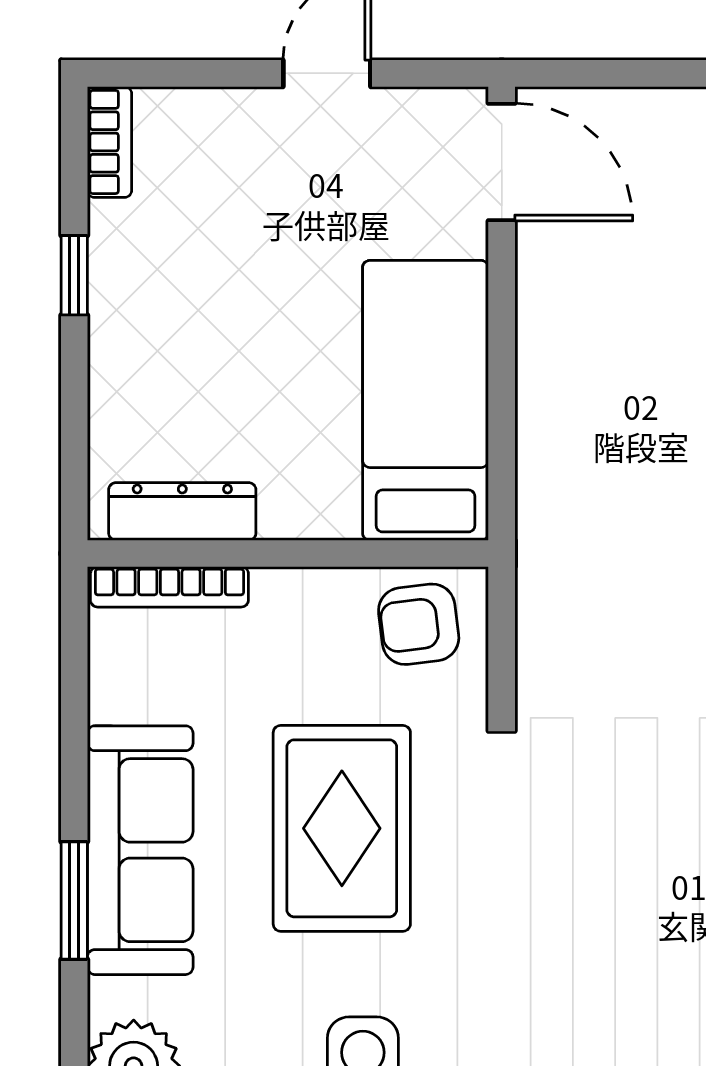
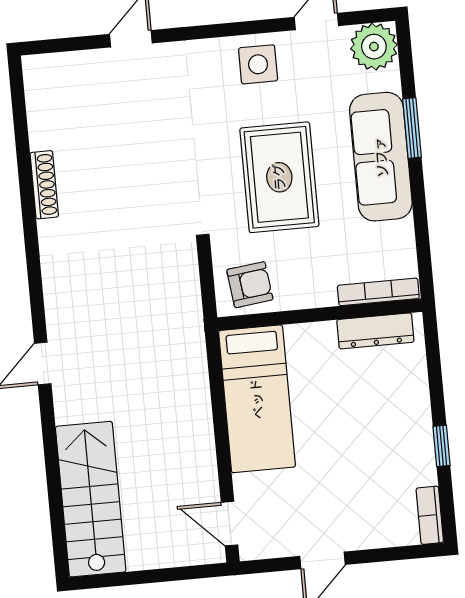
door: (502, 162) -> (230, 524), width x0.73

